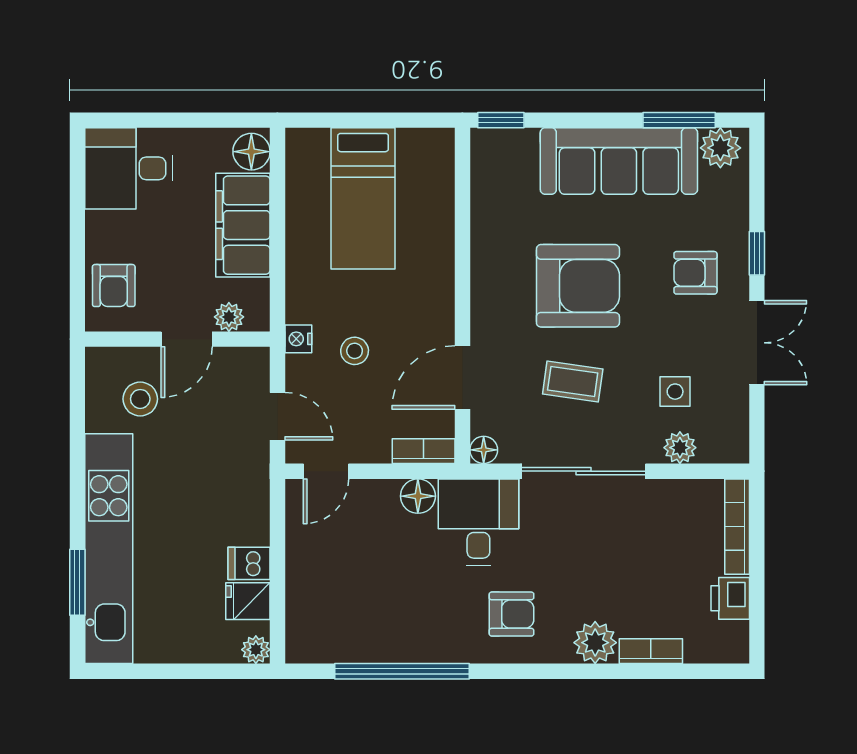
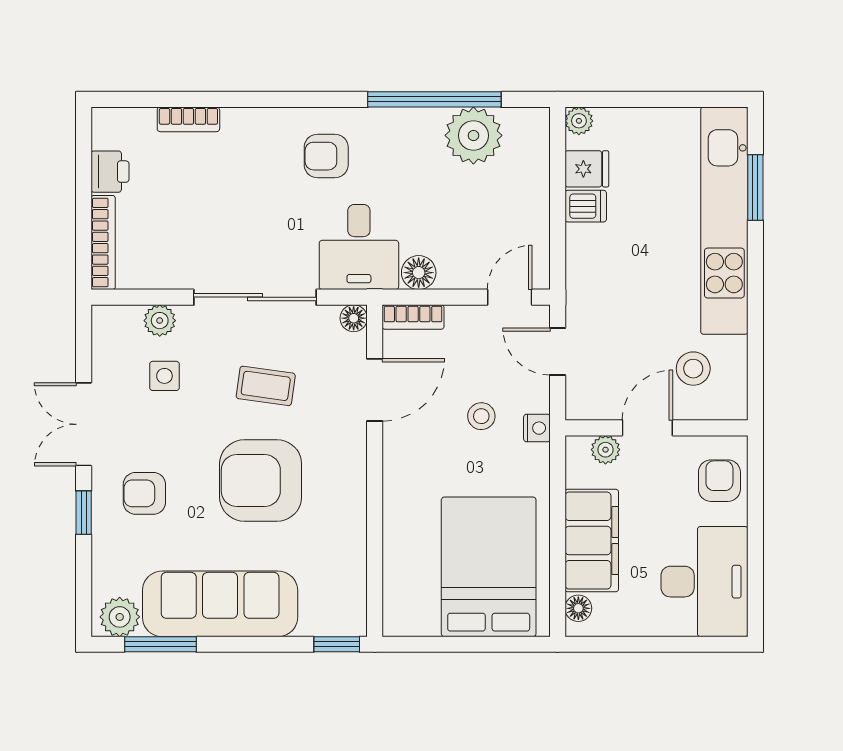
floor lamp: (251, 152) -> (578, 608), width x0.73, depth x0.73
desk: (129, 168) -> (704, 582), width x1.37
bed: (363, 198) -> (489, 567), width x1.50
armchair: (695, 273) -> (144, 493), turned 180
plant: (595, 643) -> (473, 135), moved, width x1.36, depth x1.36

